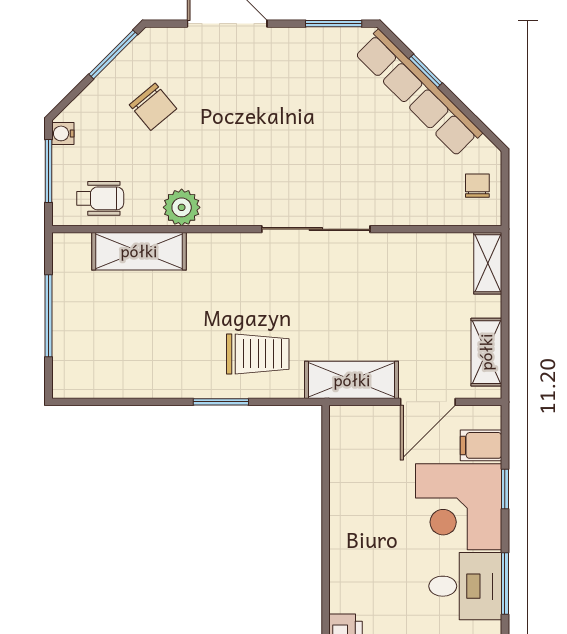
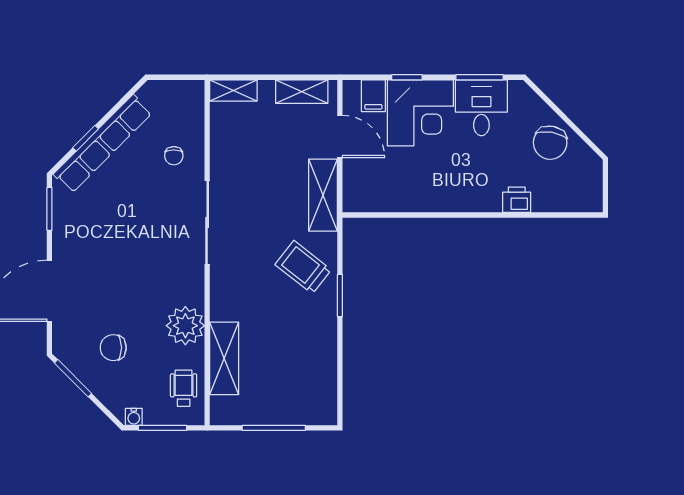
chair: (153, 107) -> (113, 348), turned -140
chair: (477, 186) -> (174, 156), moved, turned -90
plant: (182, 207) -> (185, 326), width x1.36, depth x1.36
trolley: (258, 354) -> (303, 267), turned -52

